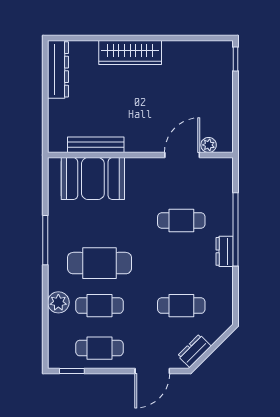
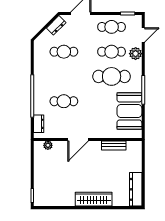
bench: (96, 145) -> (114, 145), width x0.73
door: (182, 155) -> (78, 139), moved
booth: (93, 179) -> (129, 111), moved, turned 90
dresser: (225, 251) -> (39, 124), moved
door: (45, 334) -> (143, 35), added

